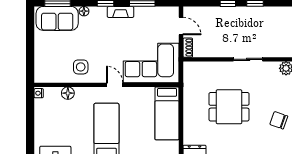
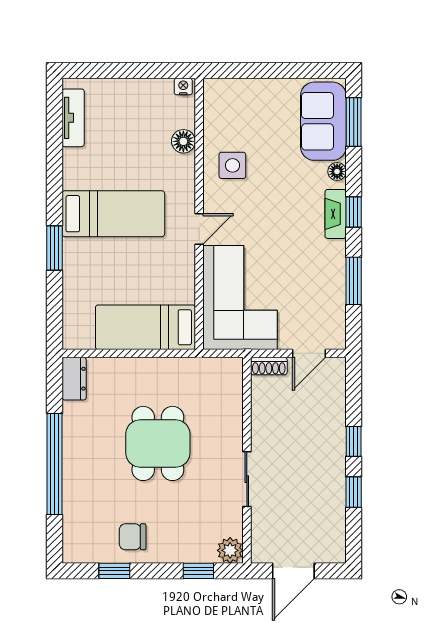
fireplace: (121, 12) -> (336, 214), moved
chair: (279, 120) -> (133, 537), turned -109

